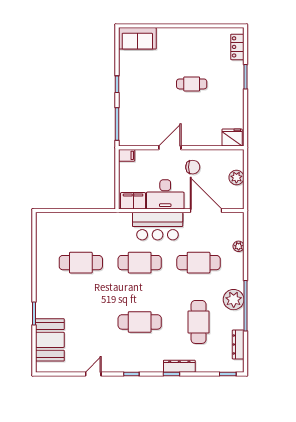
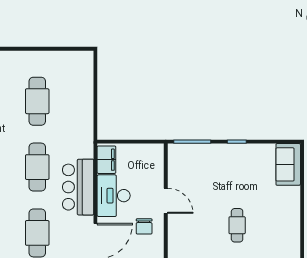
filing cabinet: (127, 155) -> (157, 152), removed

